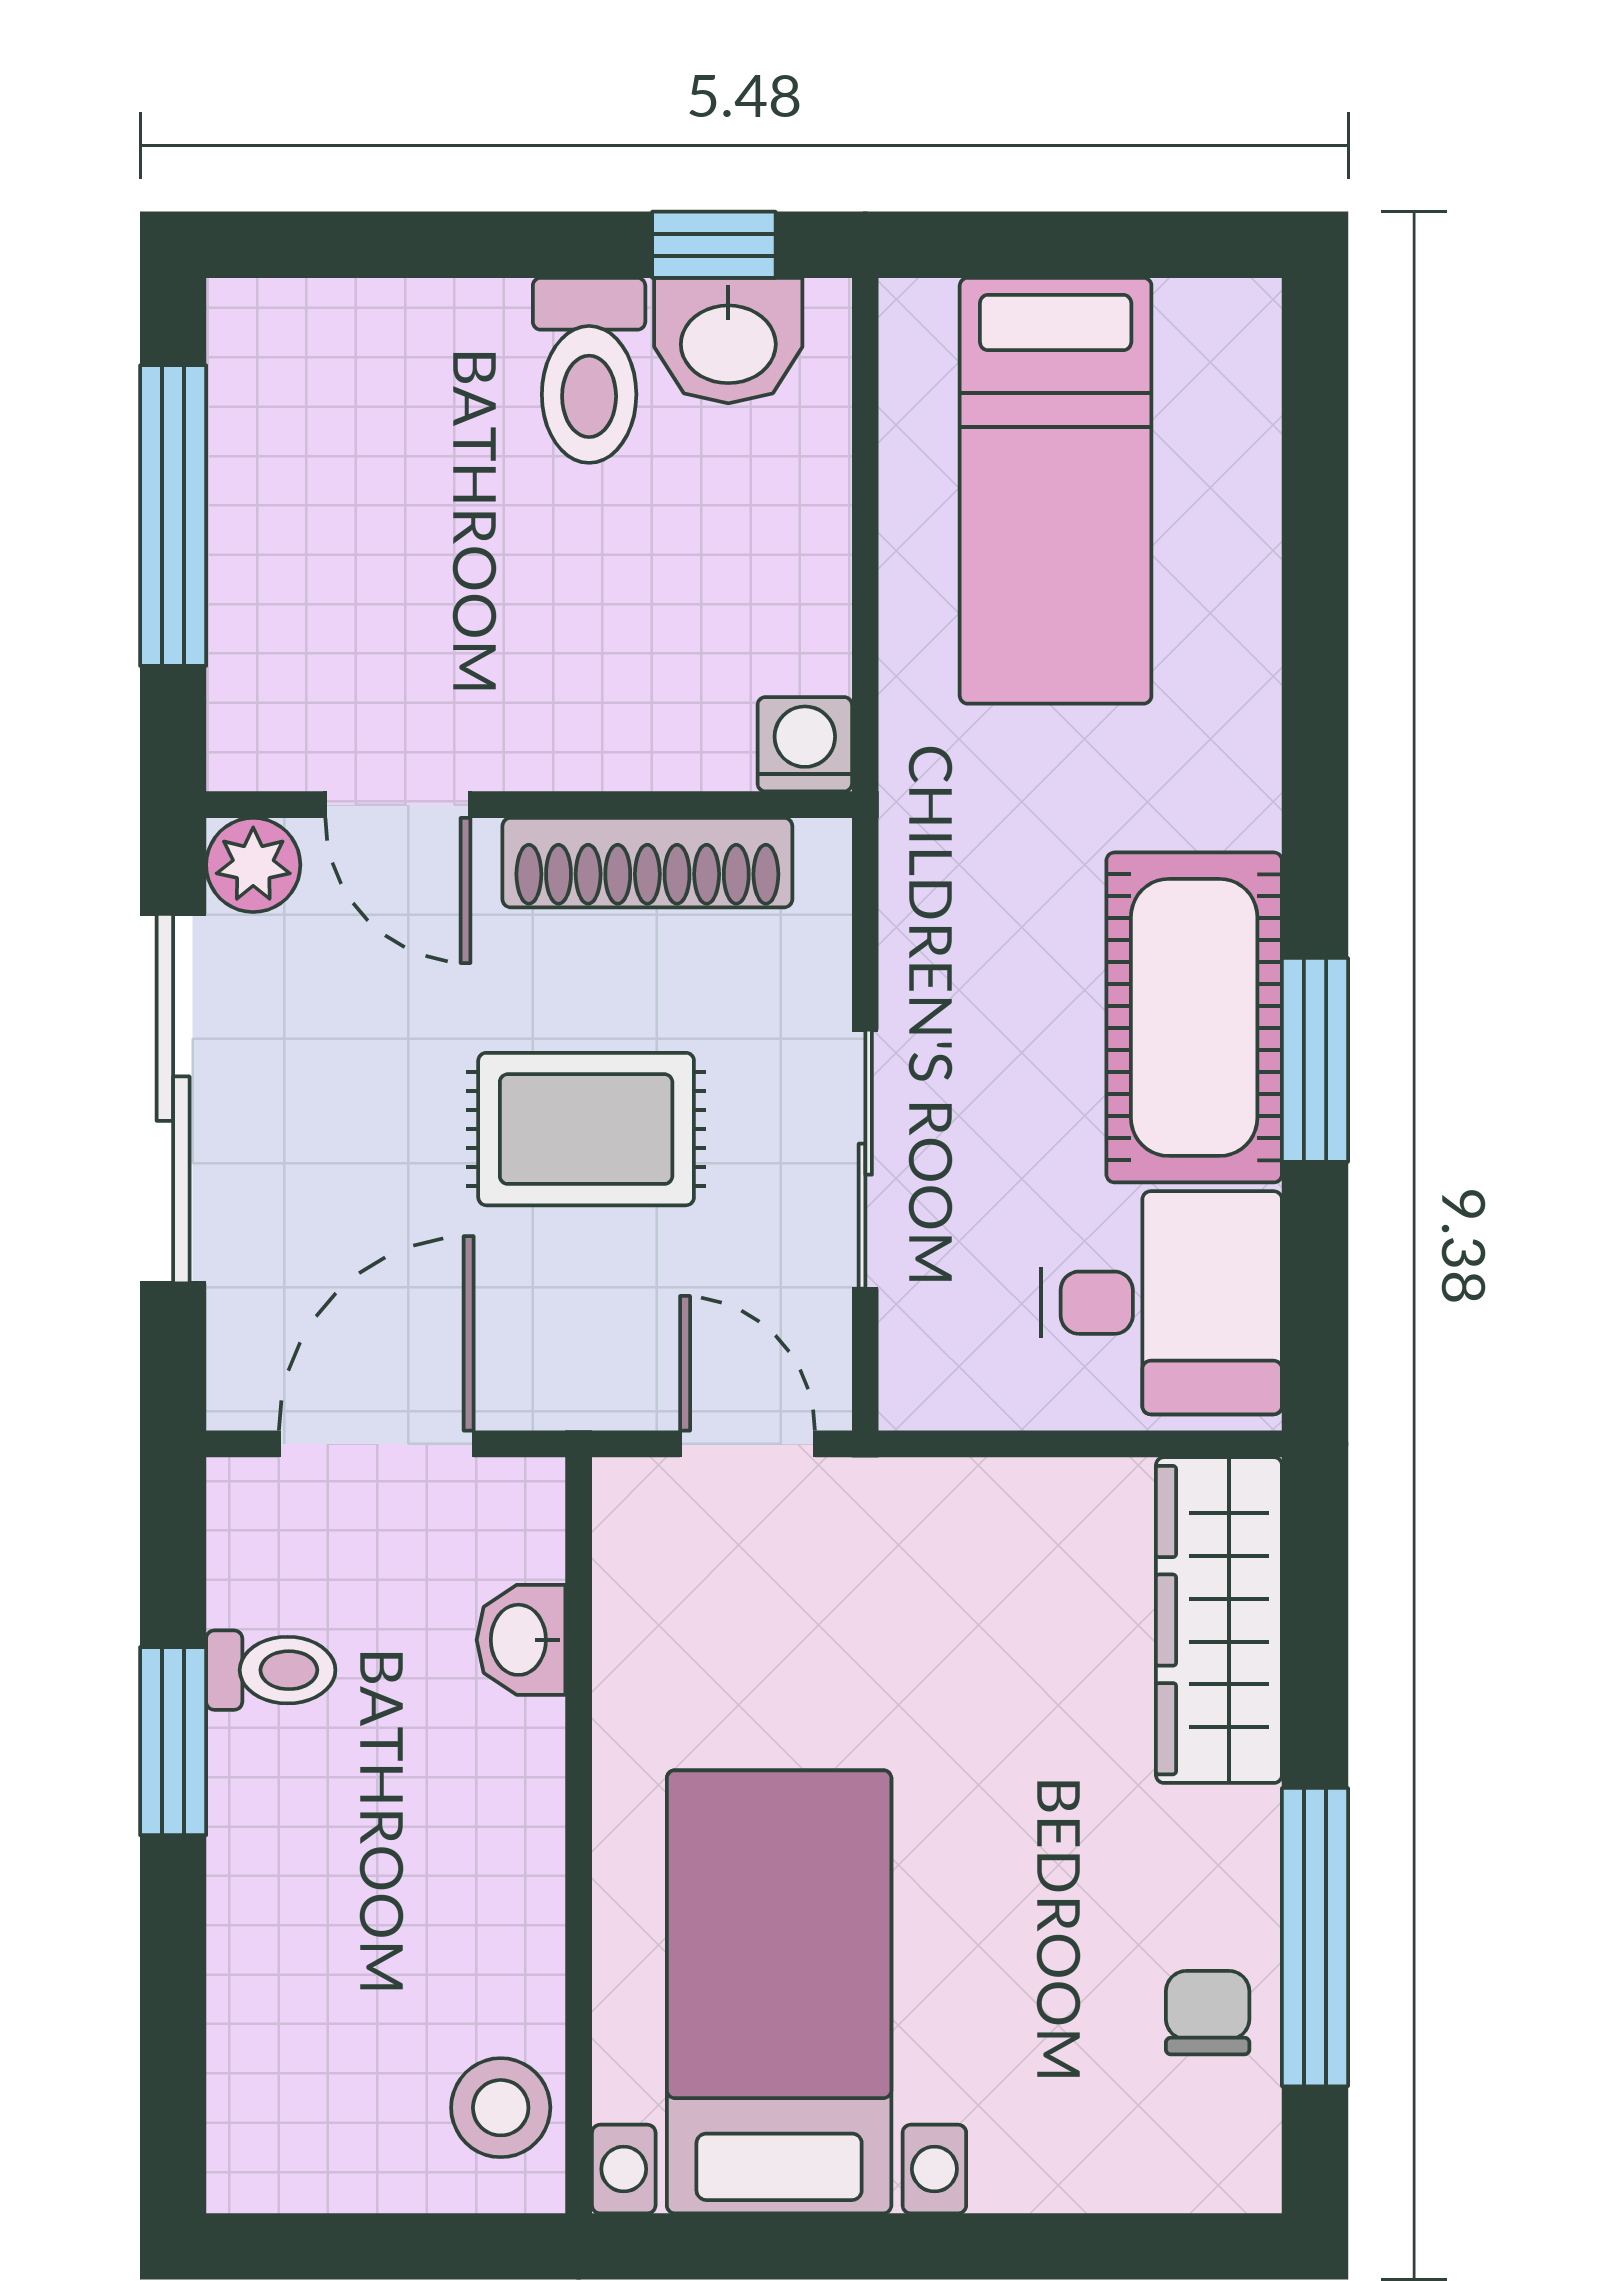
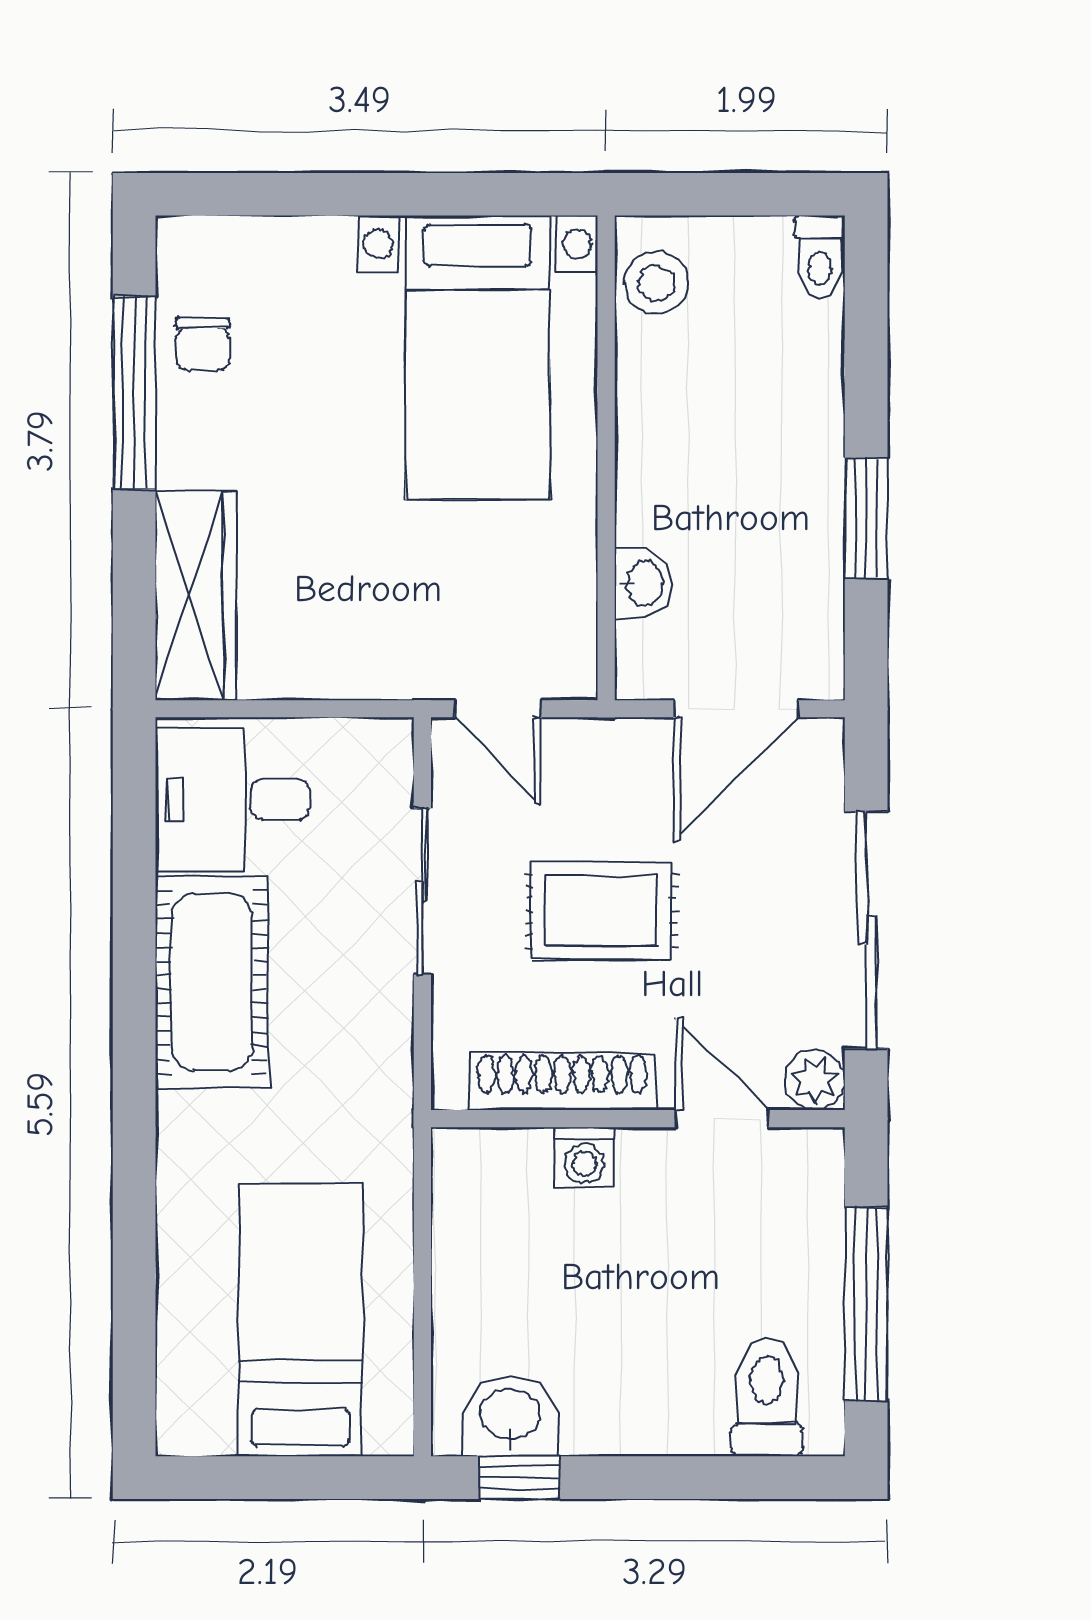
toilet: (589, 370) -> (767, 1397), moved
washing machine: (805, 744) -> (584, 1157), moved
window: (1315, 1060) -> (134, 955), removed
toilet: (271, 1670) -> (820, 257), moved, turned -90

